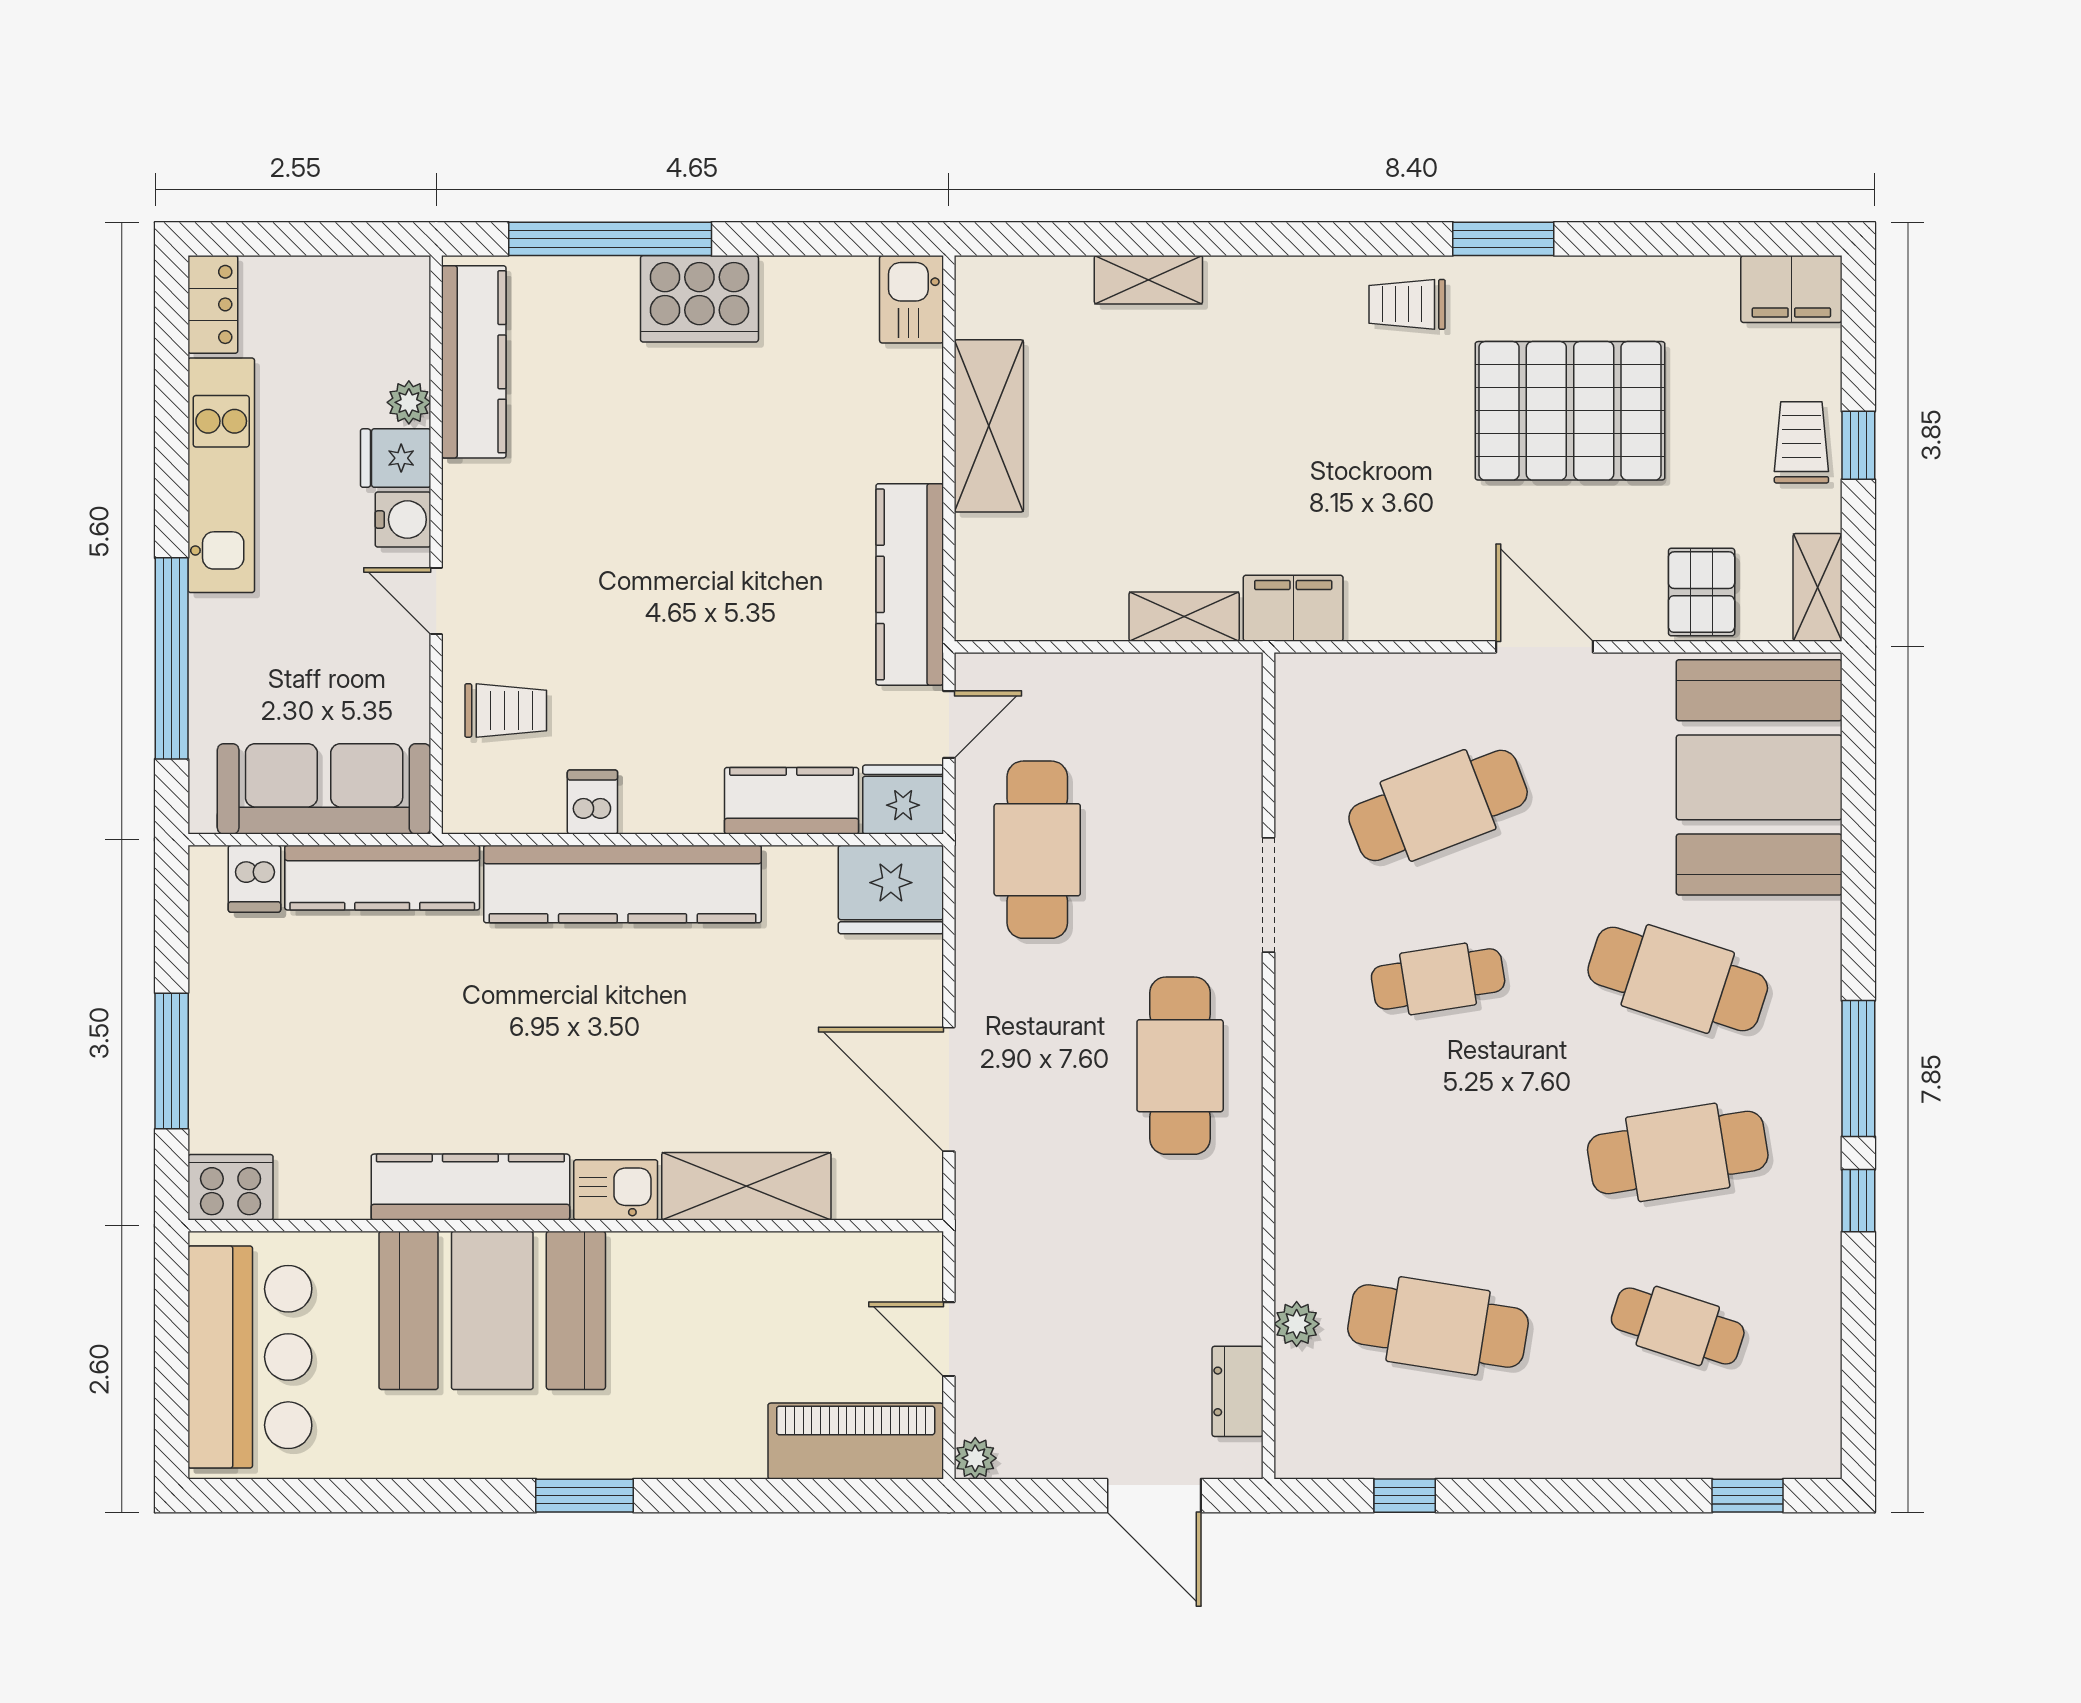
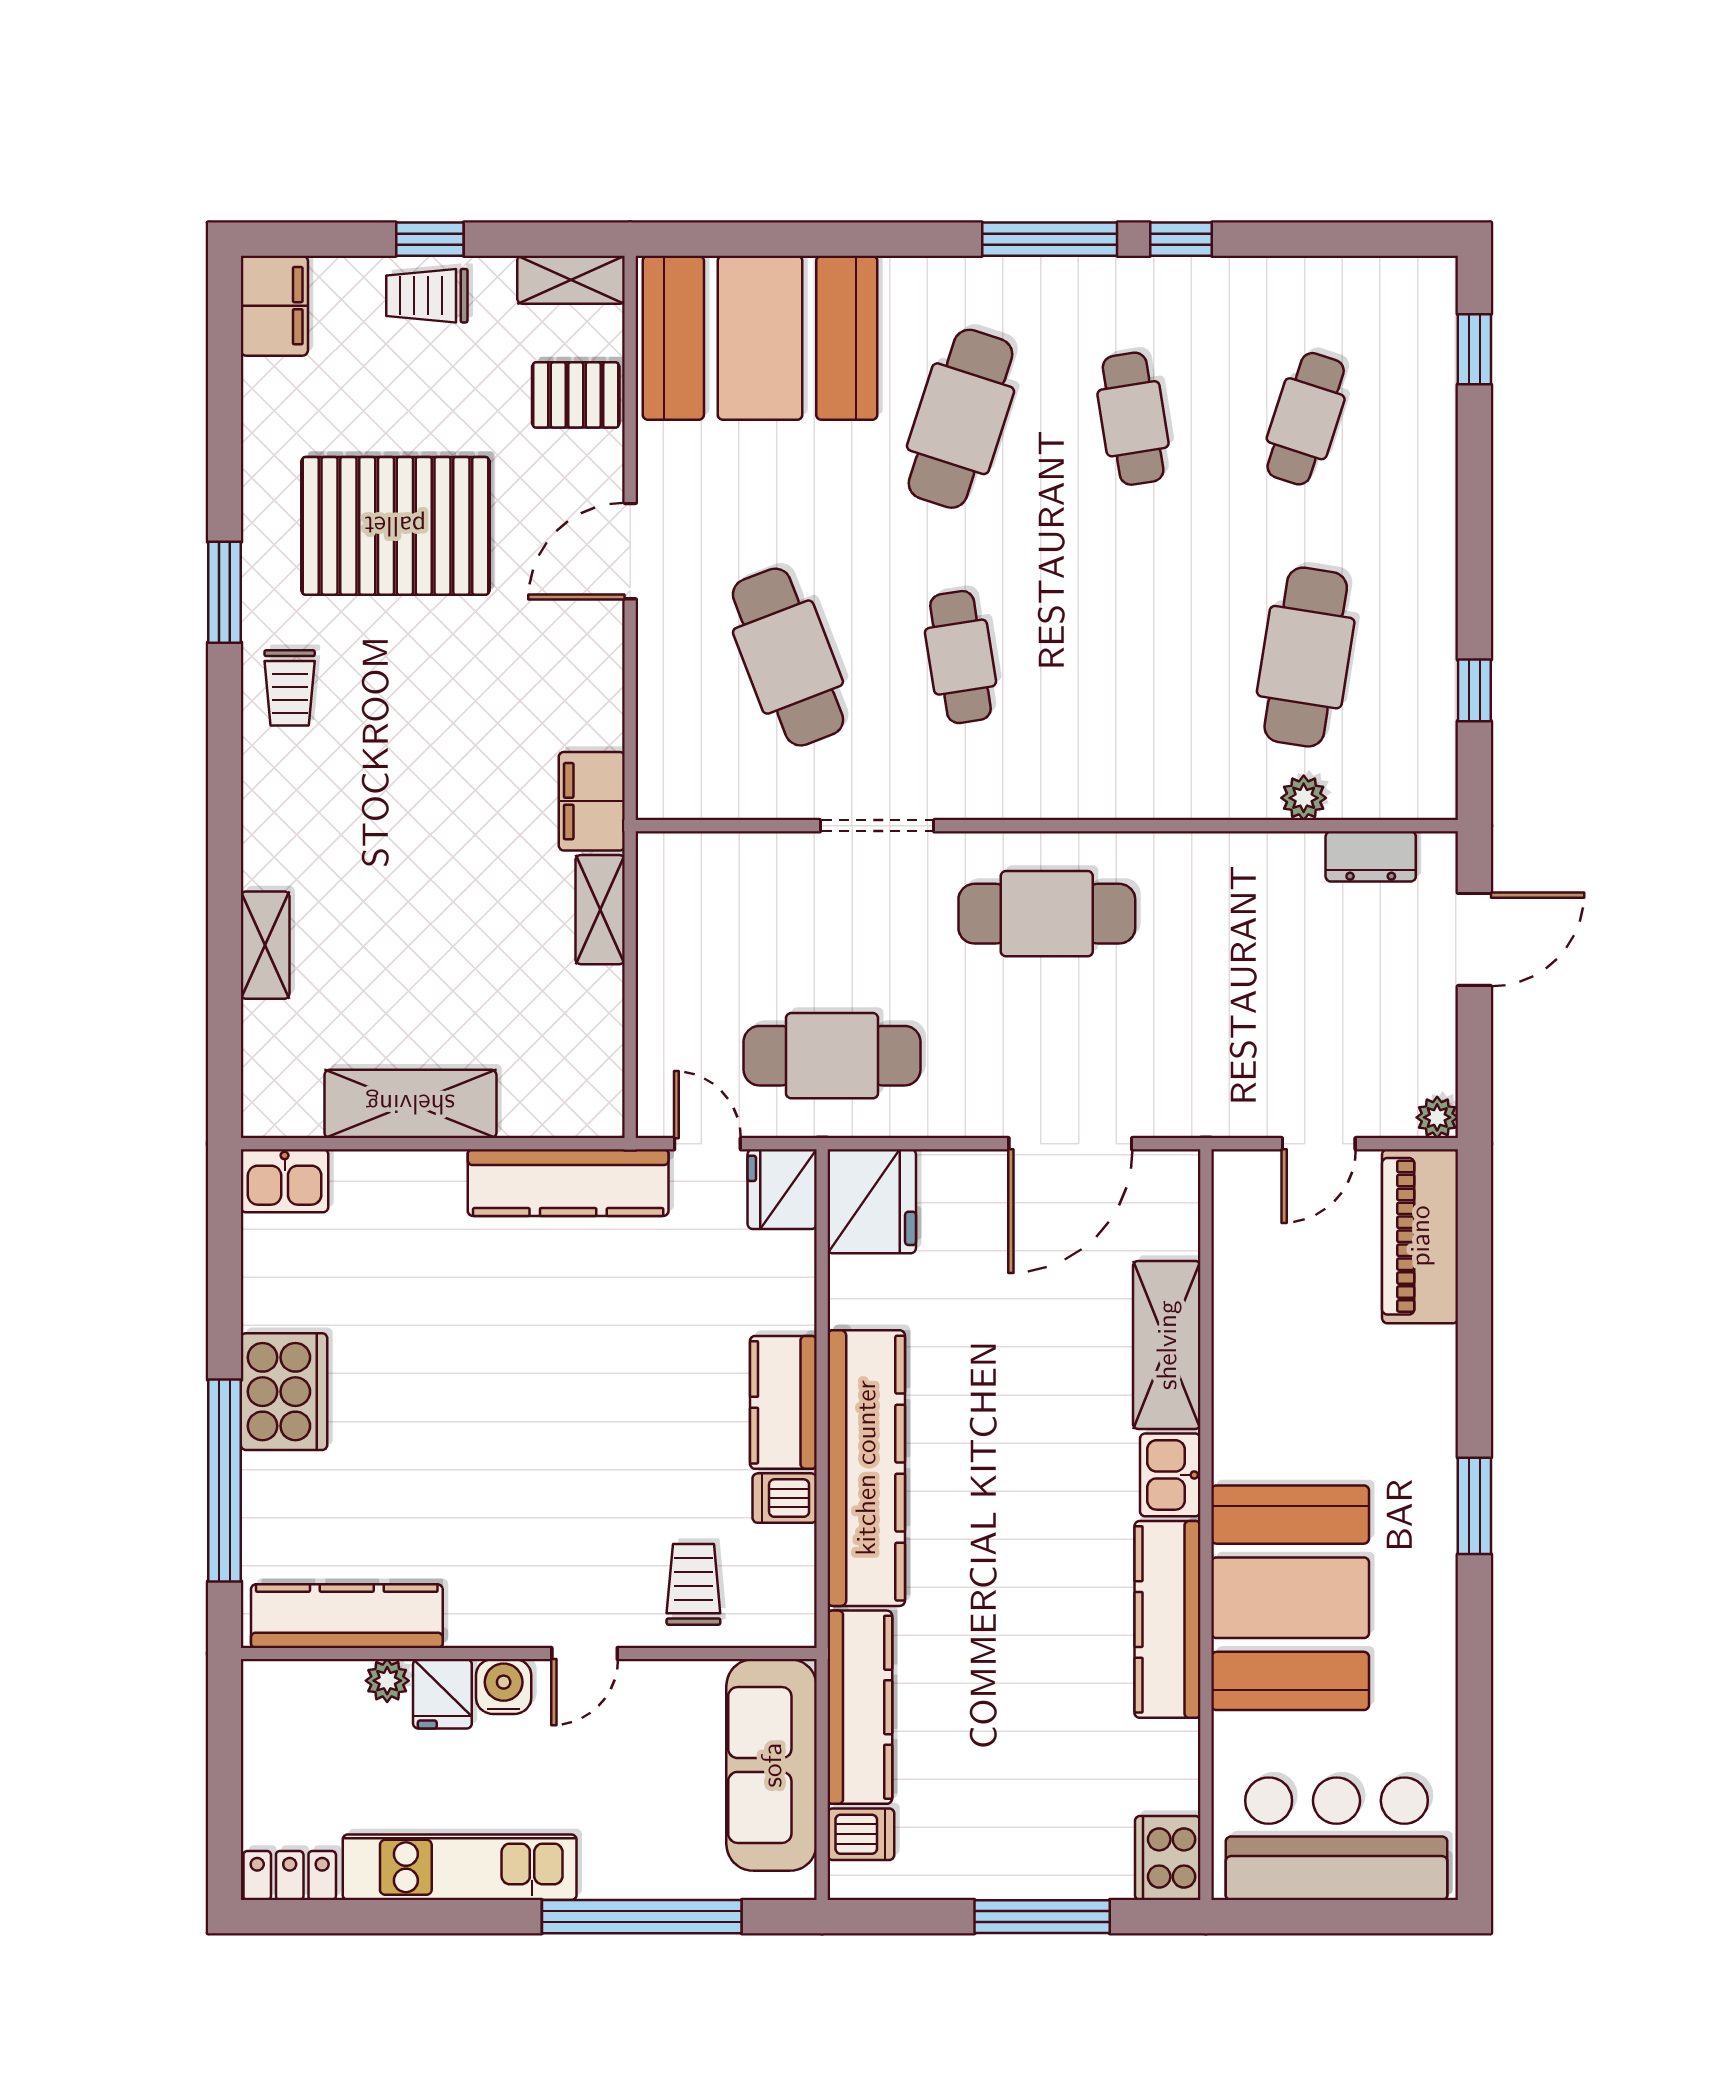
pallet: (1570, 411) -> (395, 526), turned 90
kitchen counter: (792, 801) -> (783, 1402), moved
cafe table: (1678, 1152) -> (1133, 419), width x0.73, depth x0.74

